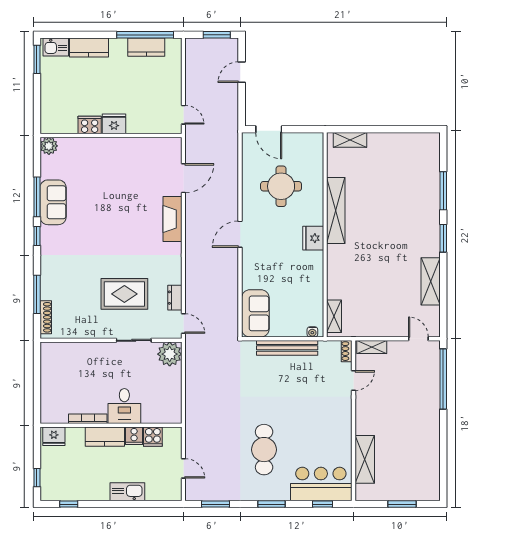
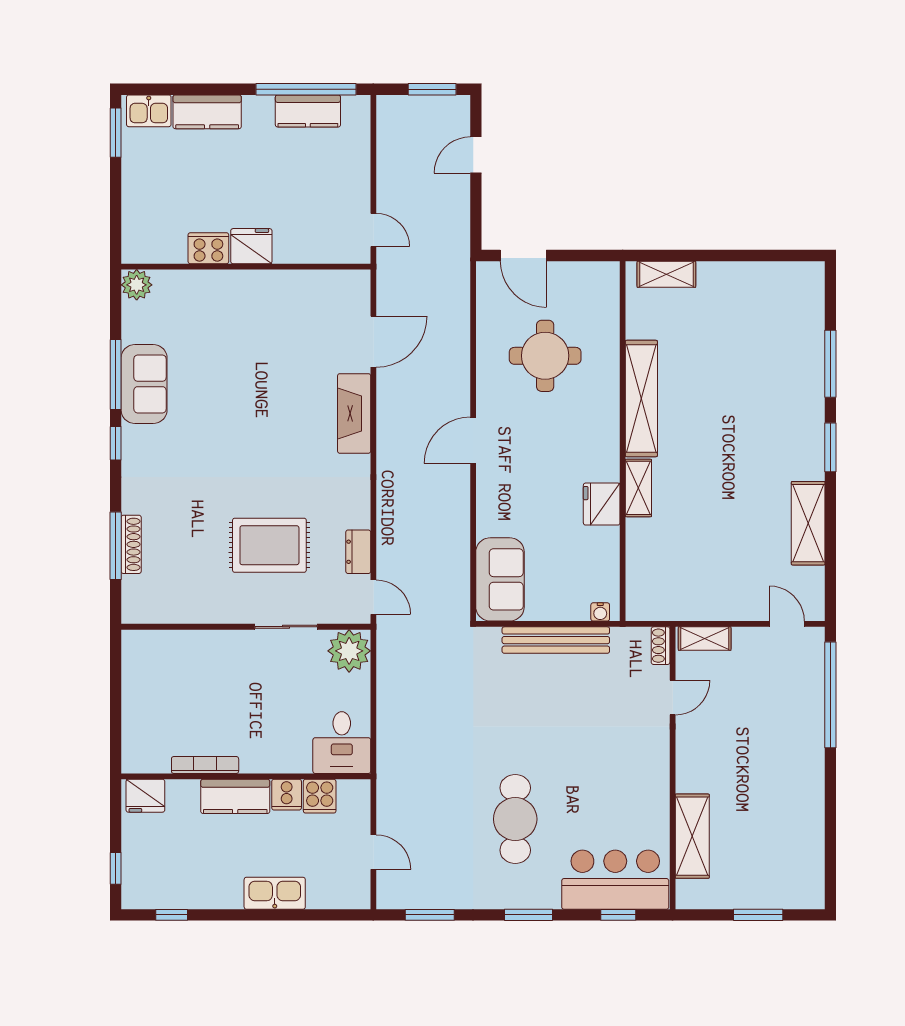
fridge: (313, 238) -> (602, 504), moved
shelving: (334, 316) -> (638, 488), moved
shoe rack: (46, 317) -> (131, 544), moved
desk: (124, 406) -> (342, 743), moved

